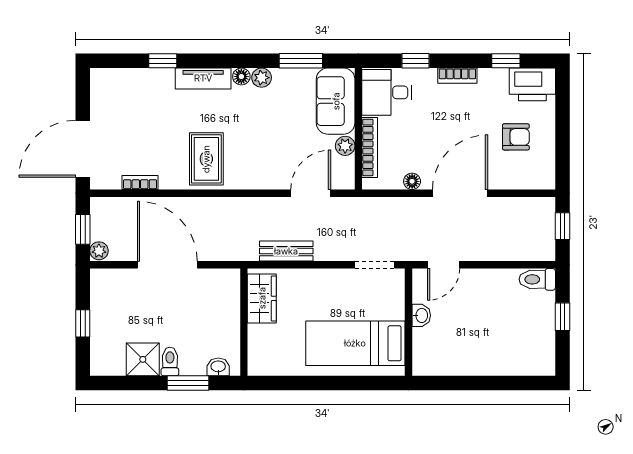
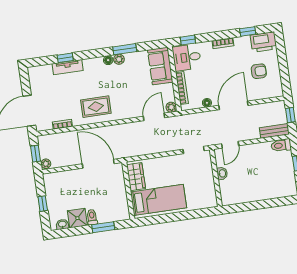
window: (301, 61) -> (125, 49), moved
window: (416, 61) -> (188, 40), moved
tv unit: (203, 78) -> (68, 67), moved
plant: (345, 146) -> (171, 107), moved
rug: (206, 159) -> (96, 107), turned 90
bench: (286, 251) -> (274, 131), moved
door: (167, 265) -> (98, 164), moved
bed: (355, 343) -> (158, 200), moved, turned 180
washbasin: (218, 367) -> (62, 224), moved

